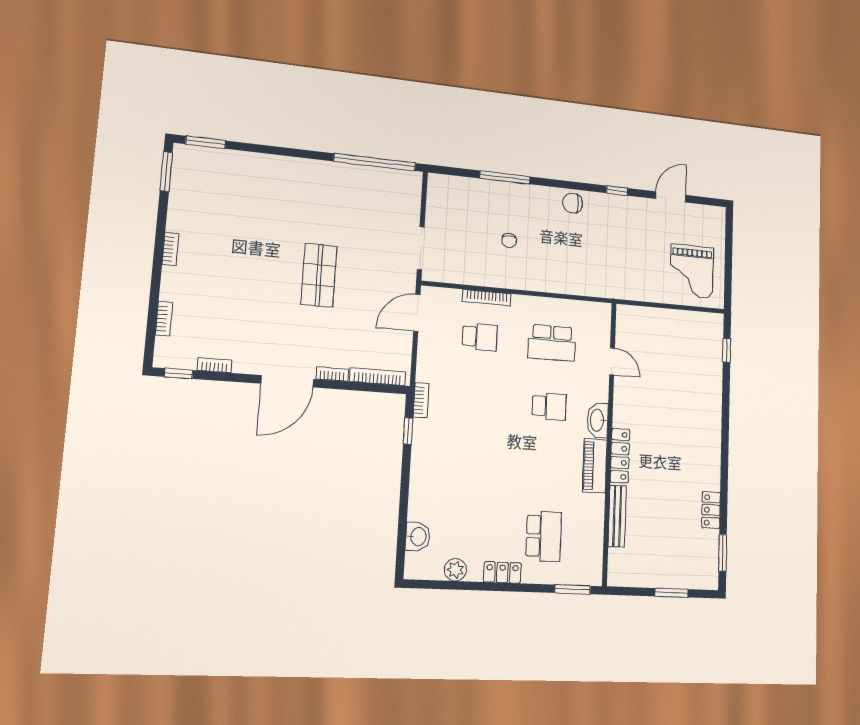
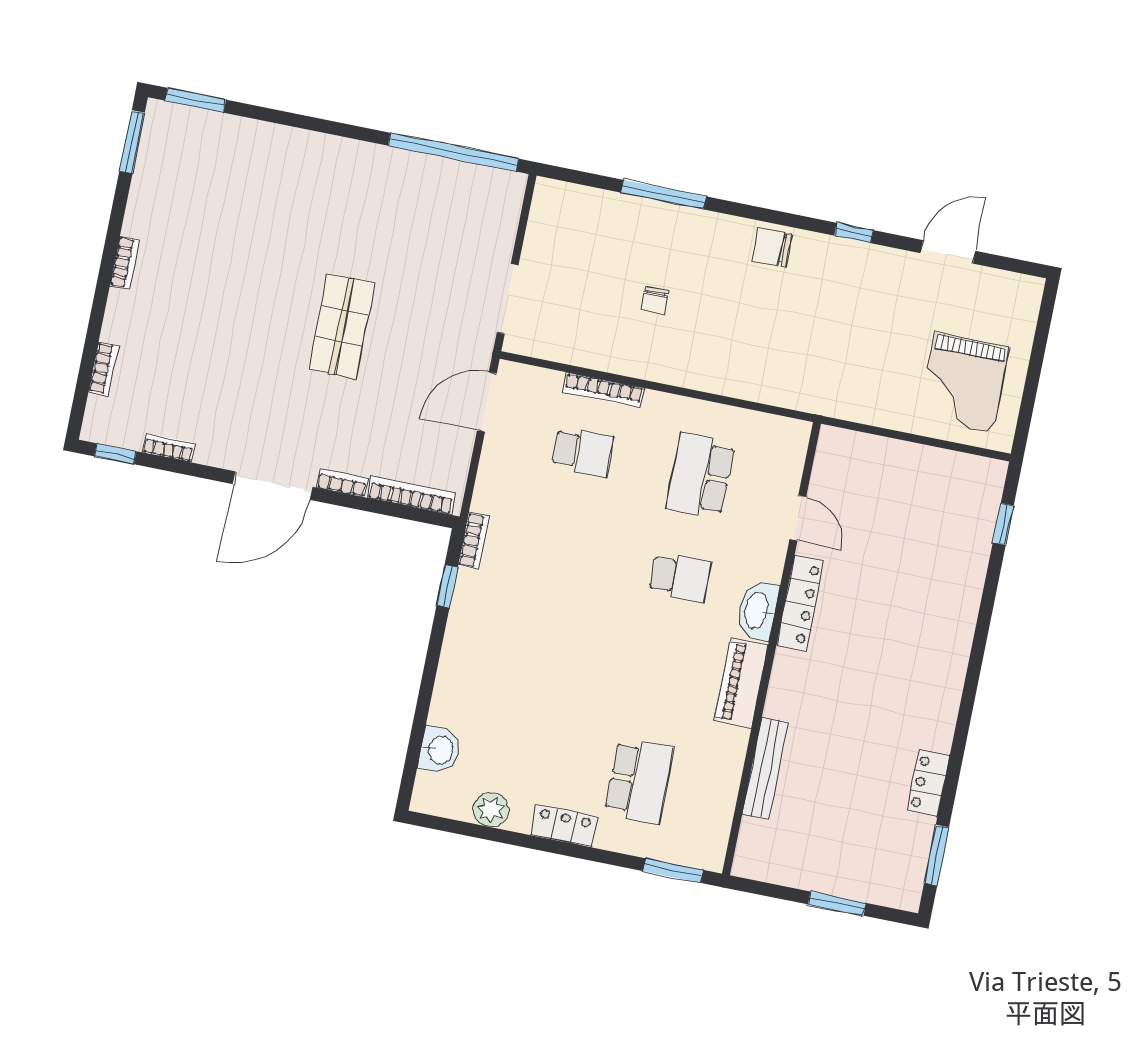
school desk: (552, 343) -> (700, 476), turned 90
locker: (620, 456) -> (800, 603), moved

